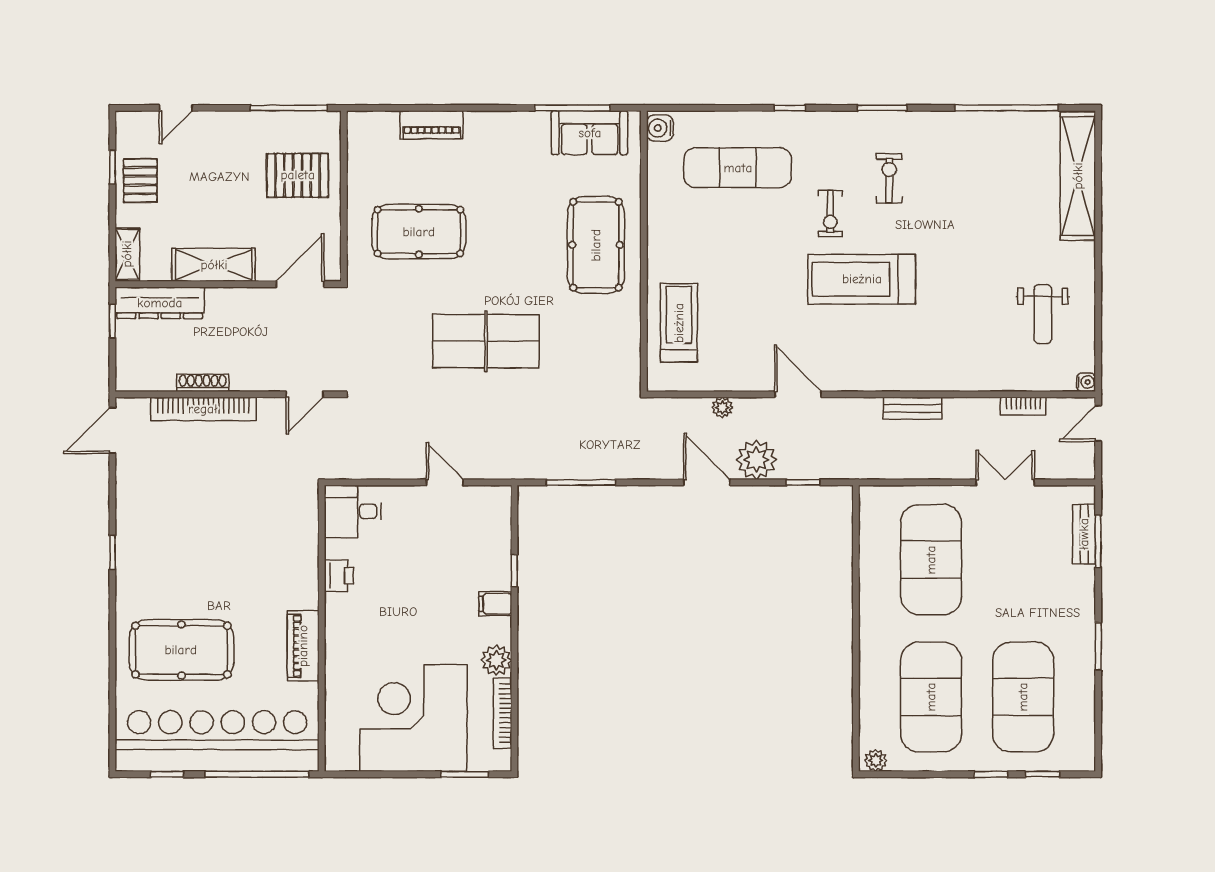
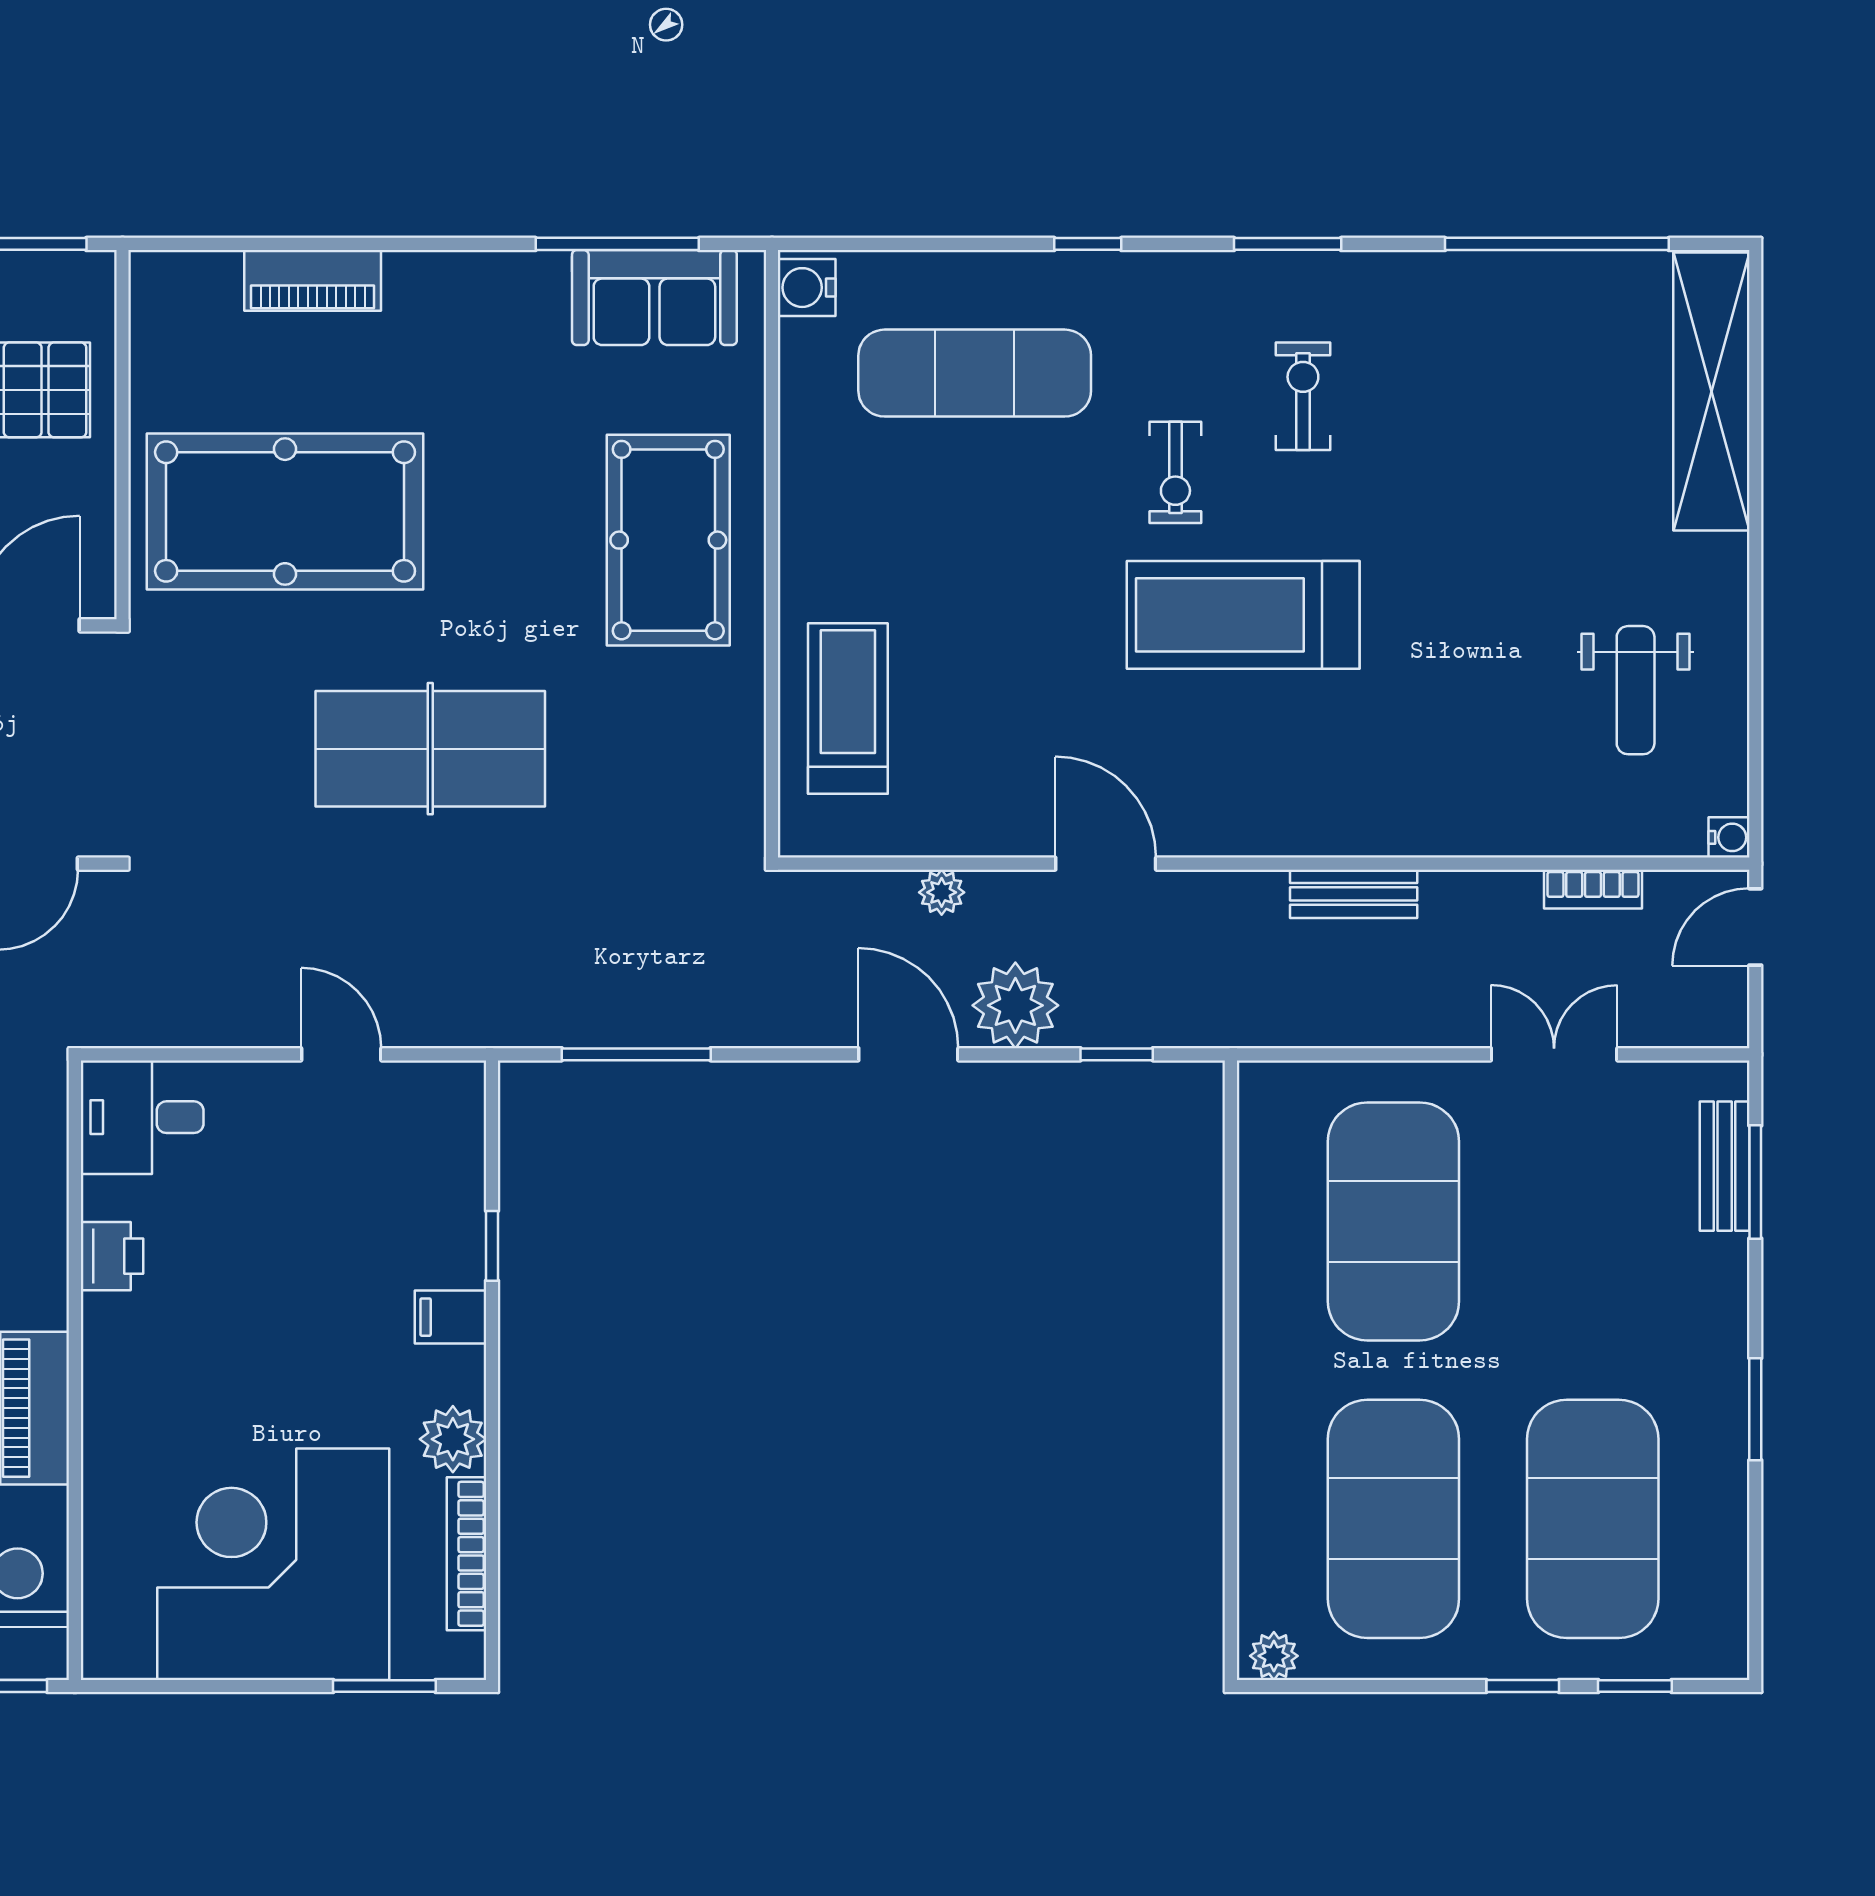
pool table: (419, 232) -> (285, 512), width x1.36, depth x1.32

